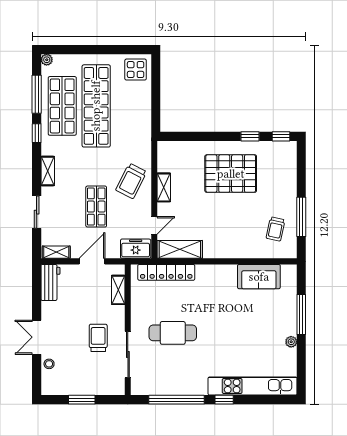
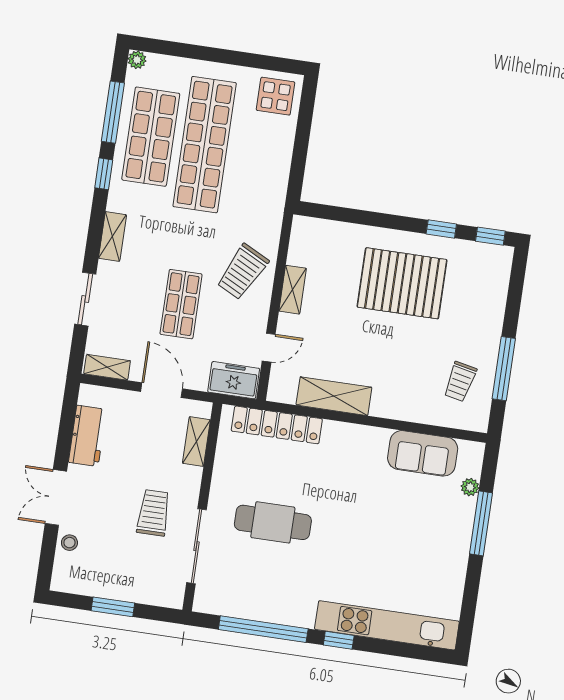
shelving: (180, 249) -> (334, 396), moved
door: (92, 261) -> (162, 390), hinge flipped
workbench: (50, 282) -> (87, 436), moved
plant: (291, 342) -> (470, 487), moved

